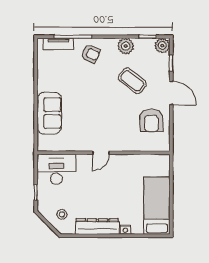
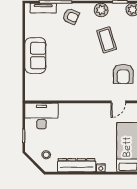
coffee table: (132, 81) -> (107, 40), turned 35
sofa: (49, 113) -> (35, 56), moved
door: (101, 153) -> (118, 102), moved

